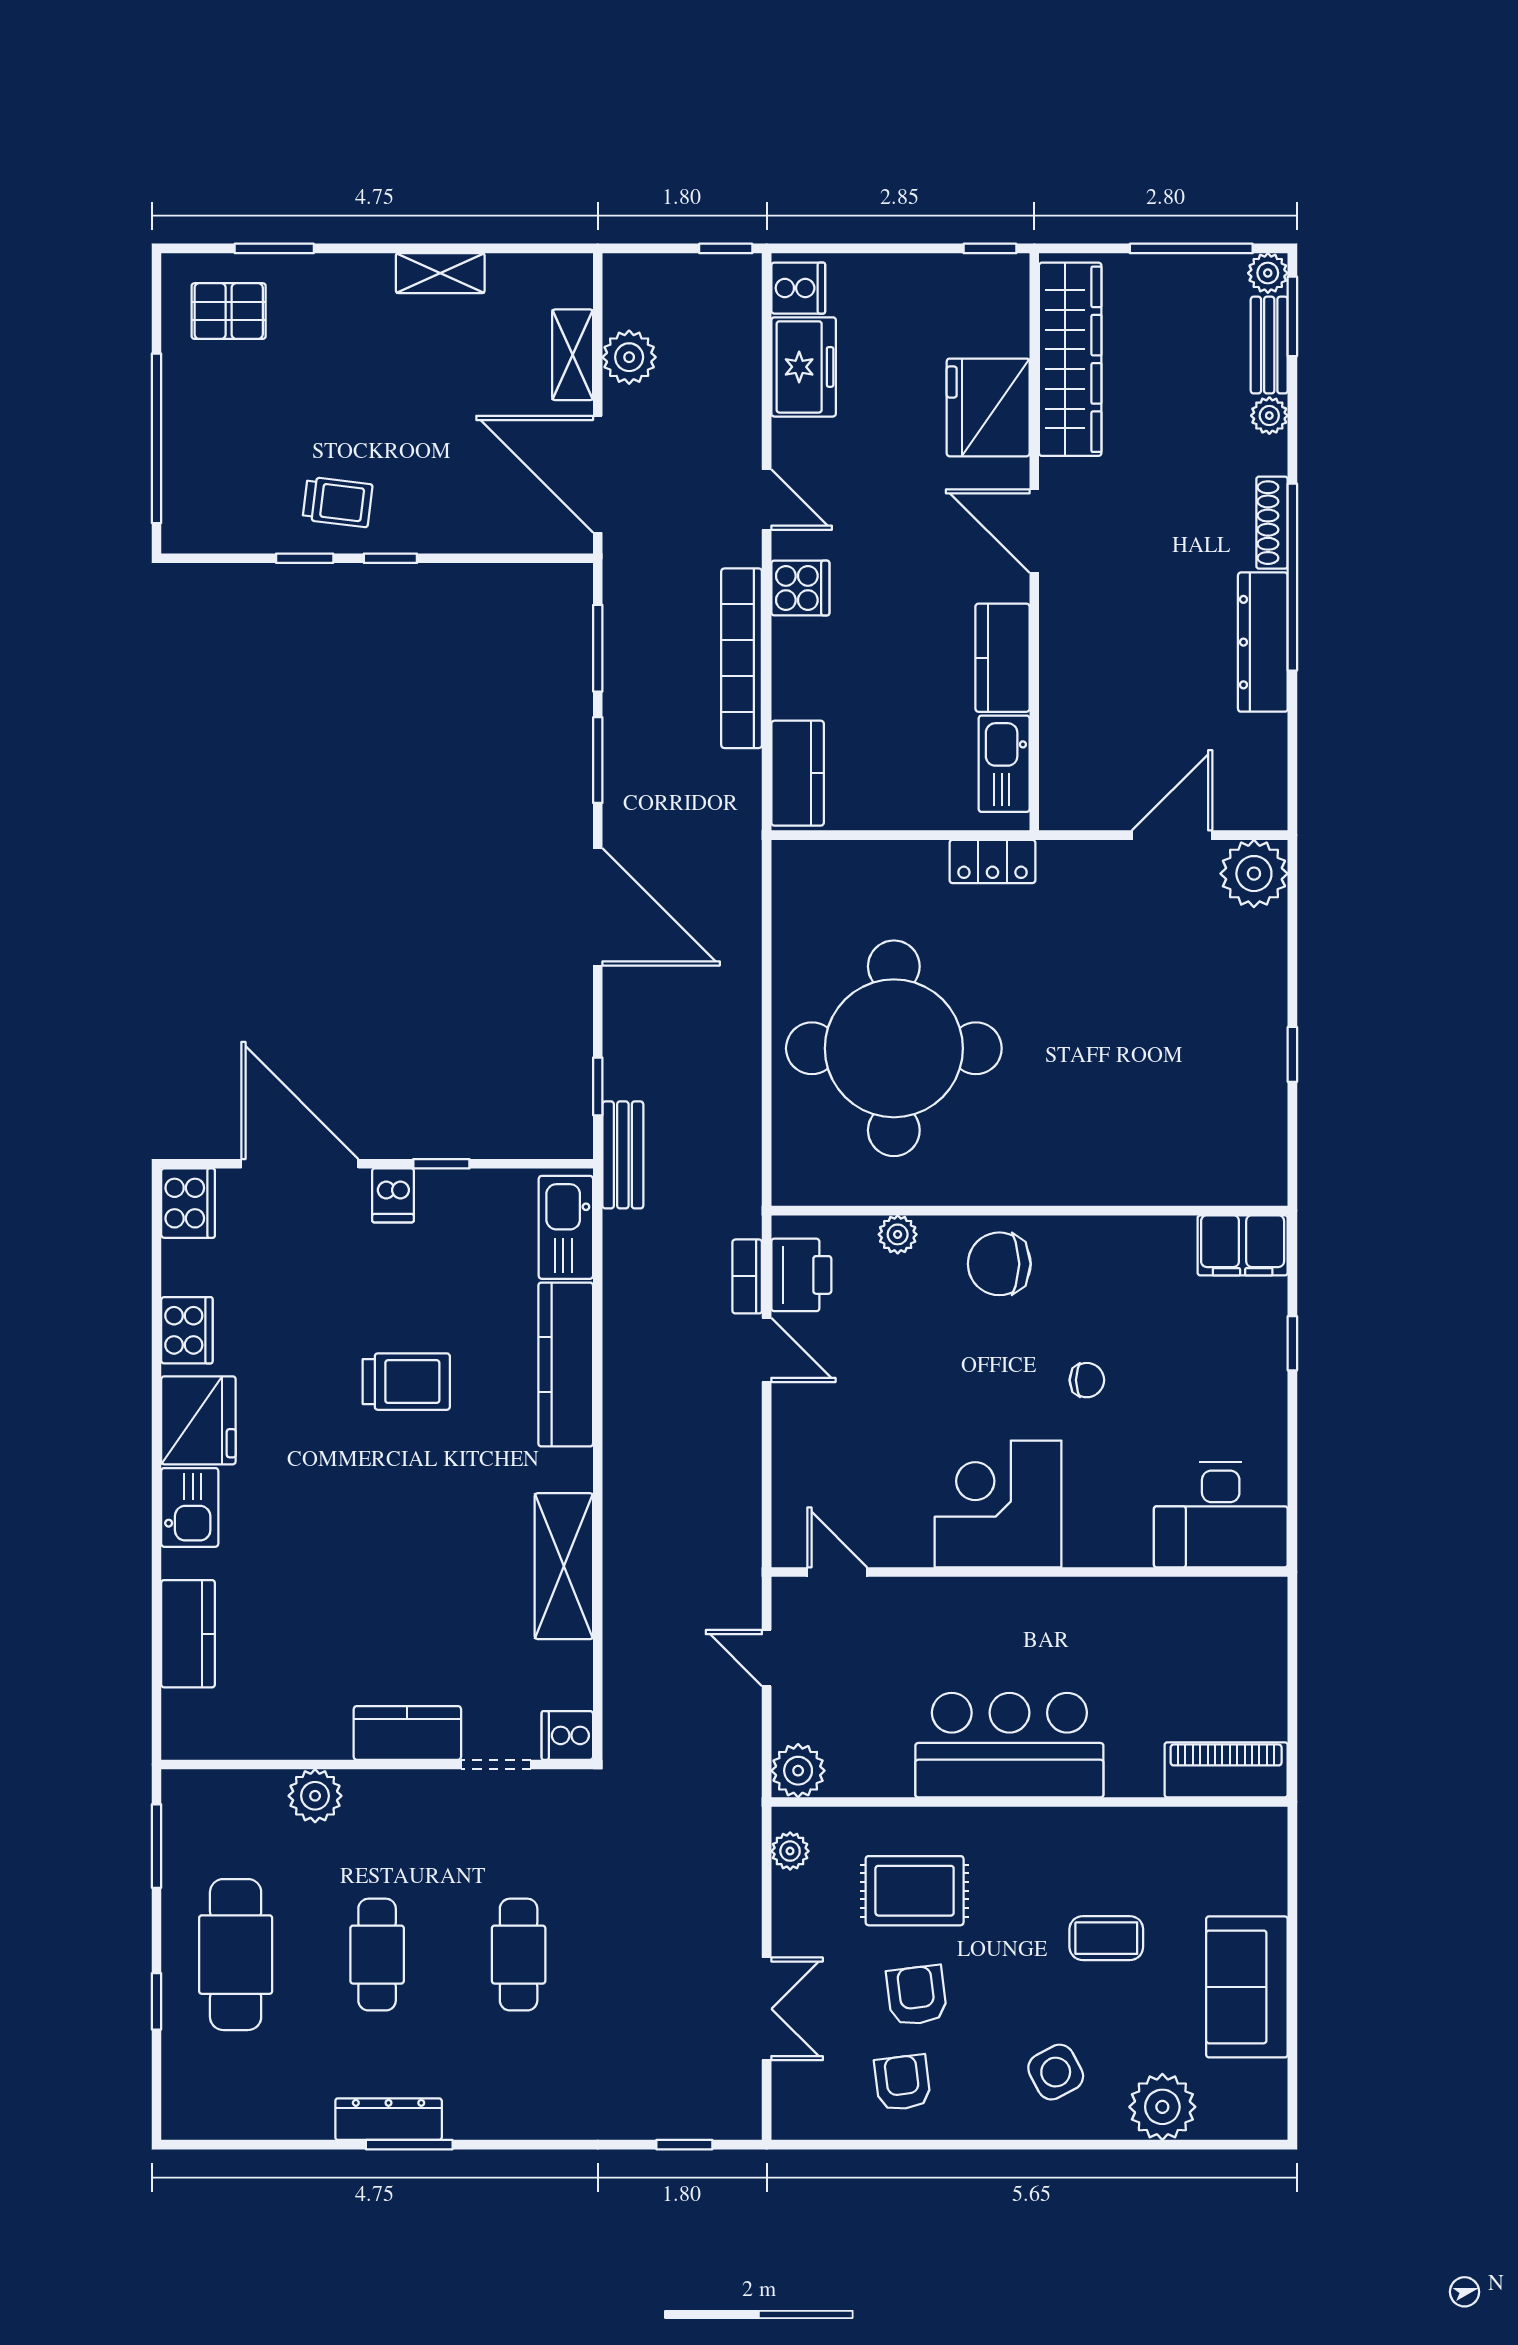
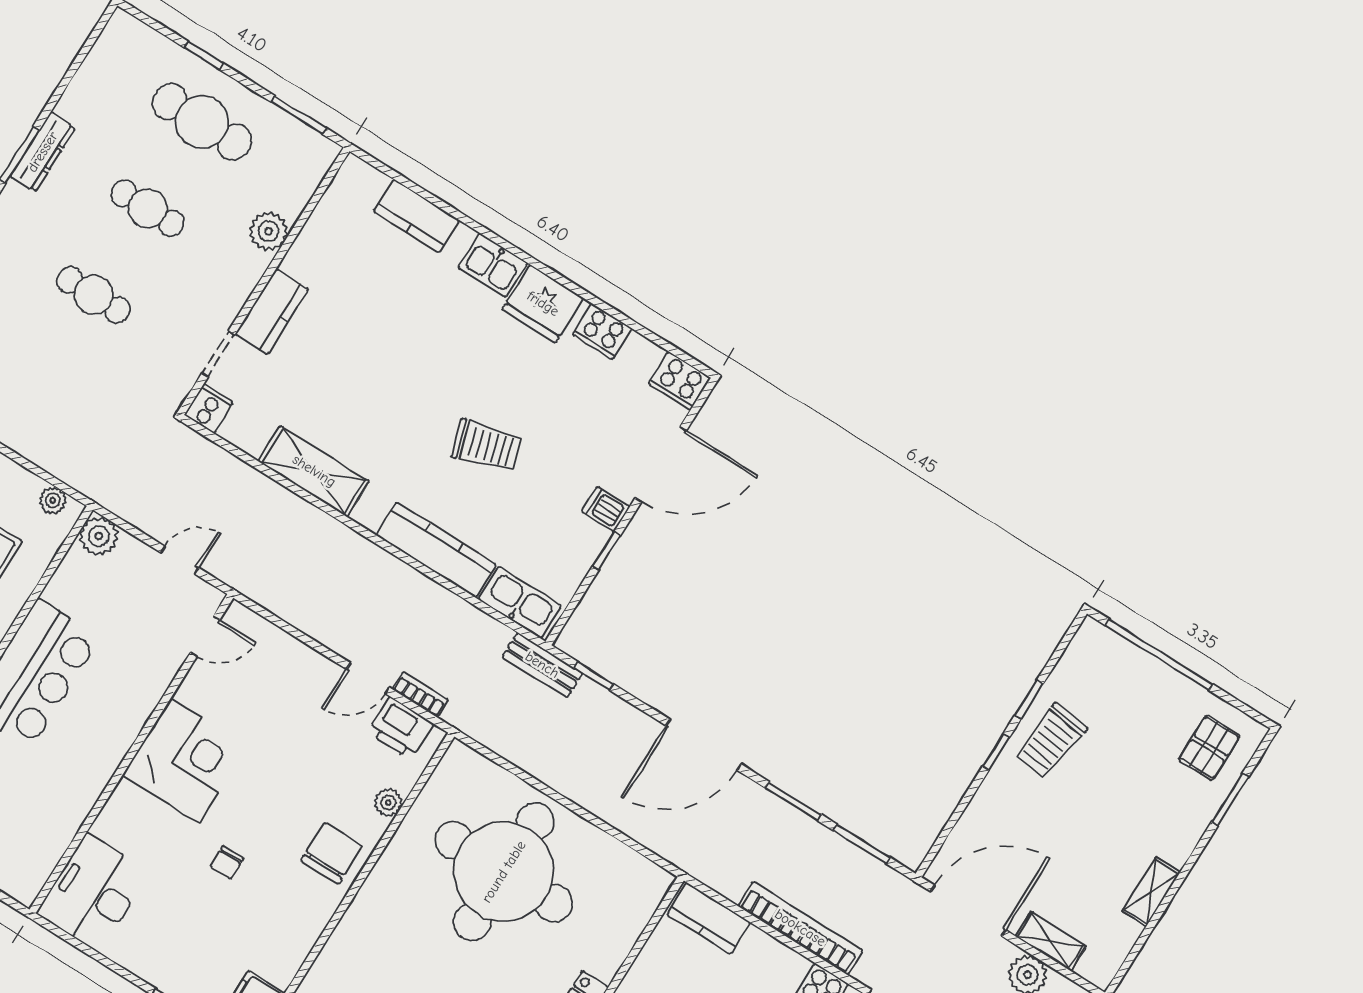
trolley: (338, 502) -> (1051, 741), width x1.36, depth x1.39
trolley: (406, 1382) -> (487, 446), turned -107

